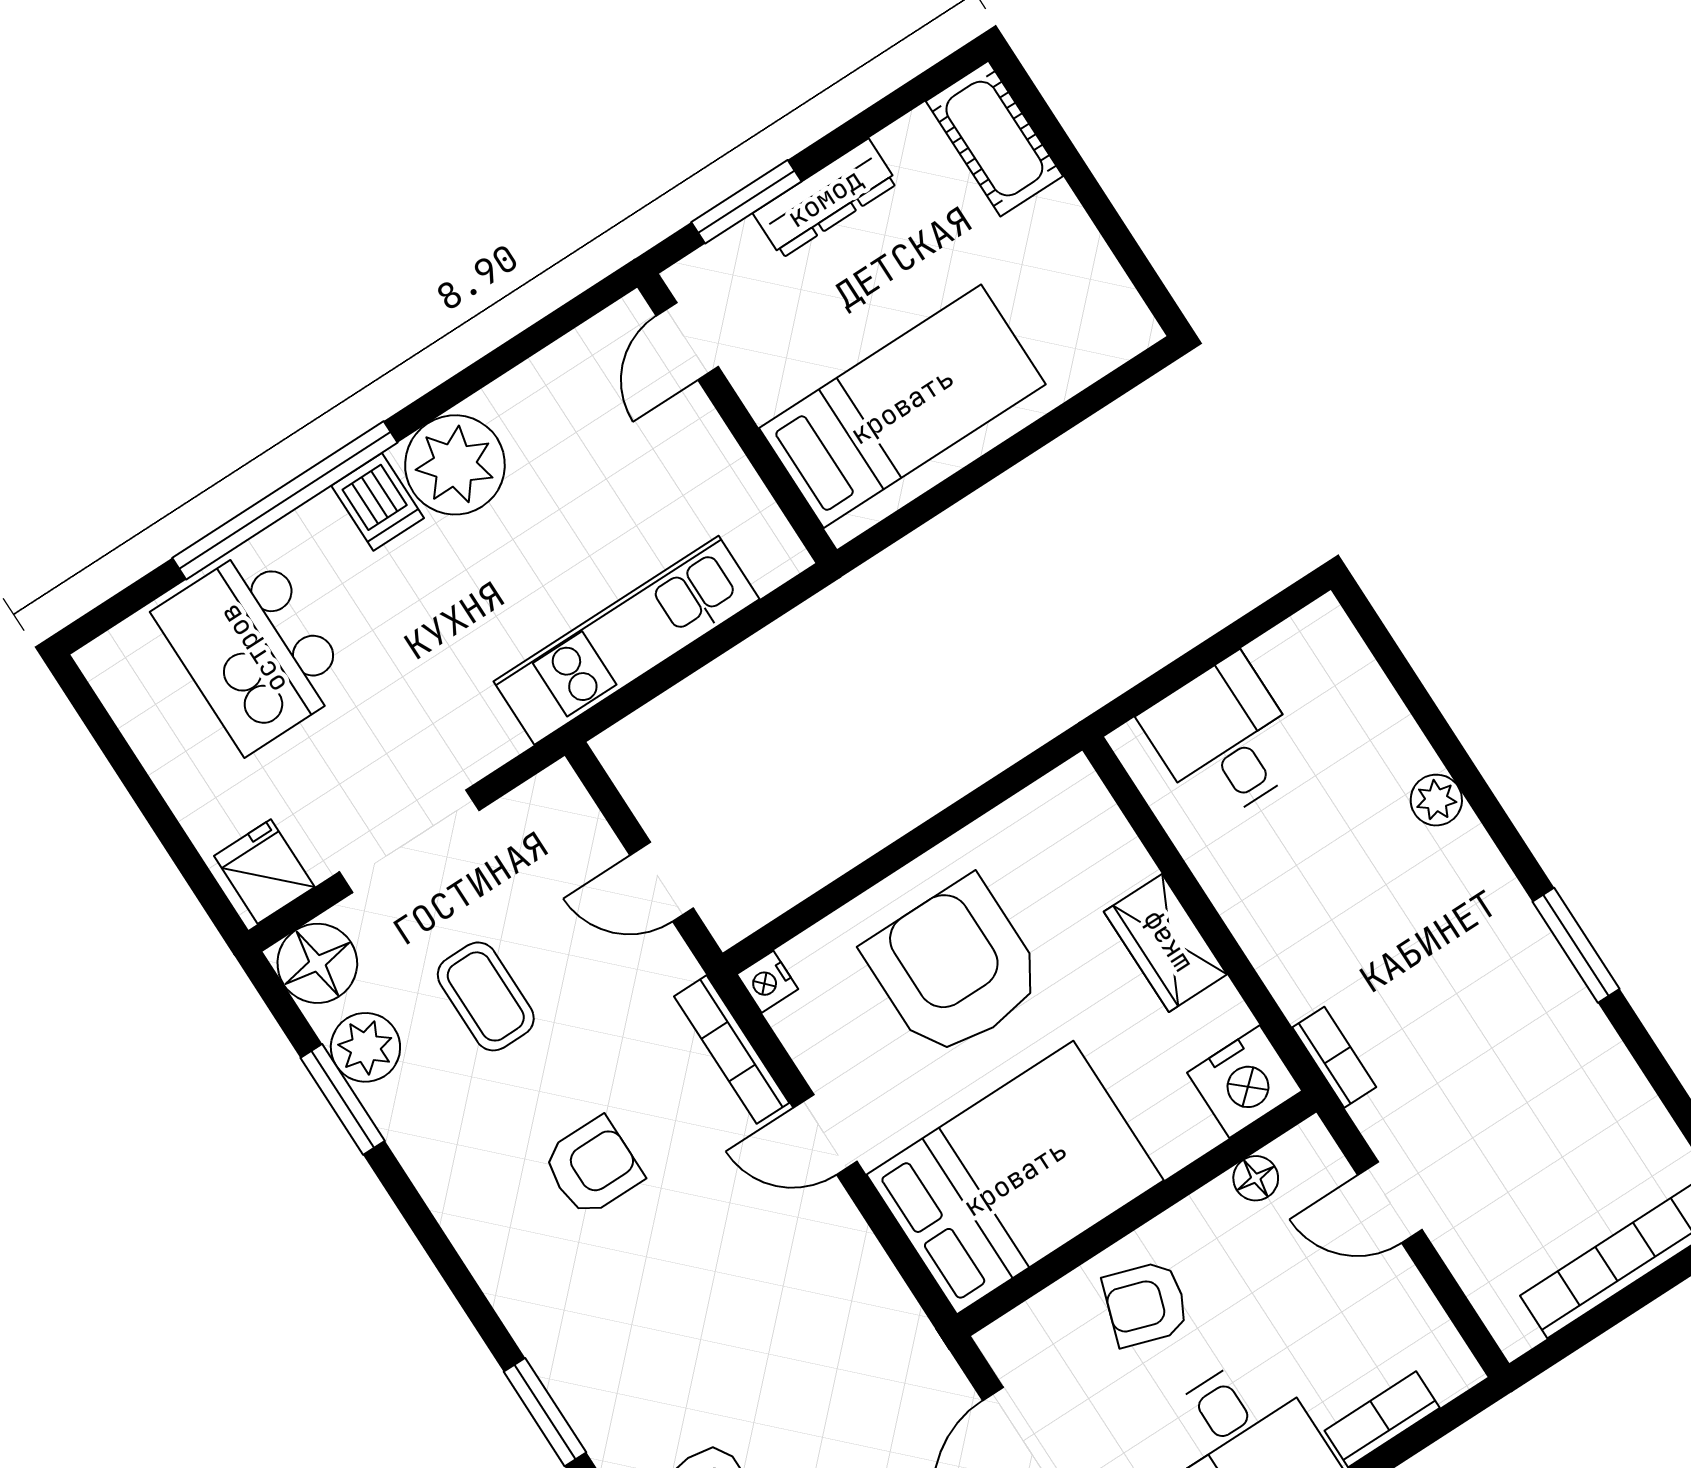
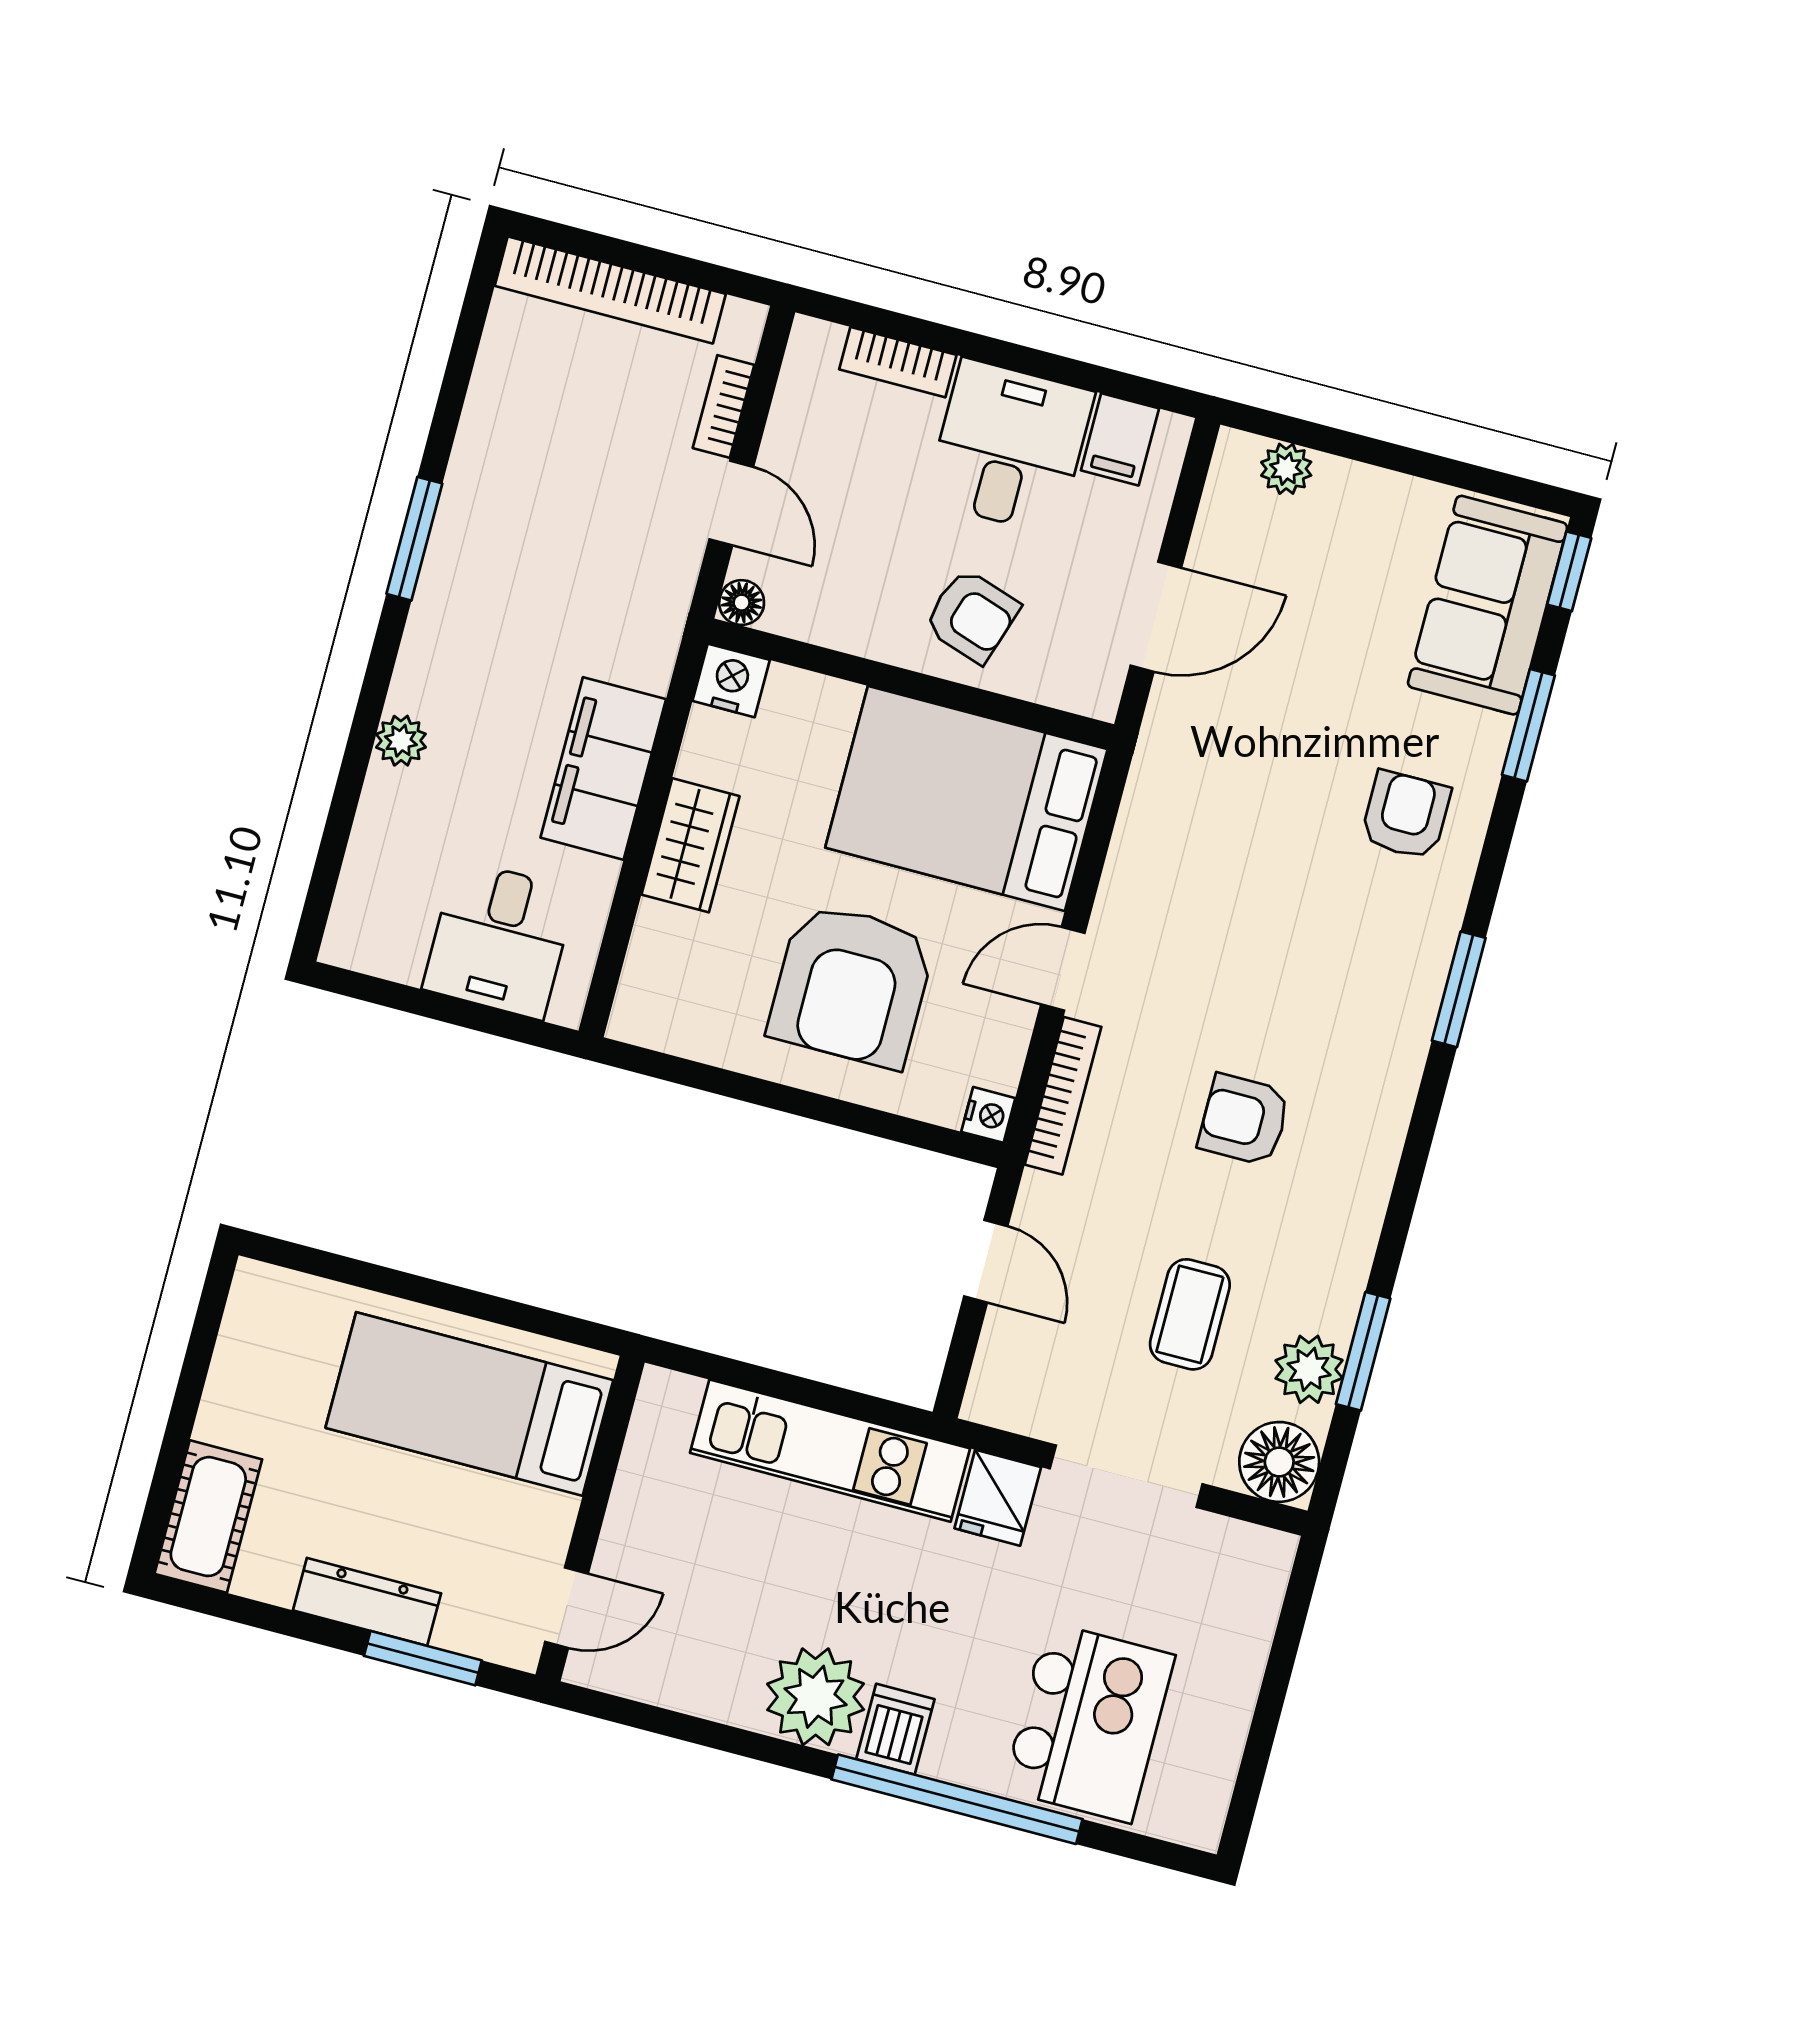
fridge: (264, 871) -> (998, 1498), moved
filing cabinet: (1280, 930) -> (603, 768), added
bookcase: (1334, 1057) -> (724, 406), moved
nightstand: (1245, 1082) -> (731, 680), width x0.74, depth x0.75
door: (825, 1135) -> (1063, 969), swing flipped
floor lamp: (1256, 1178) -> (742, 603), moved

